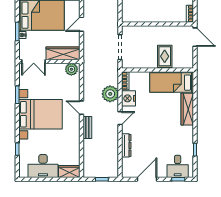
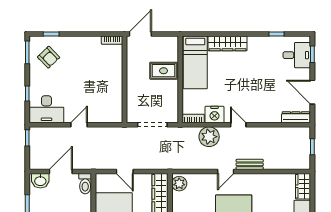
dresser: (126, 145) -> (296, 117), moved

